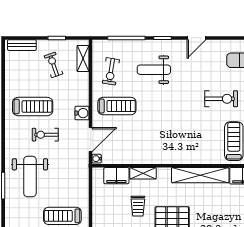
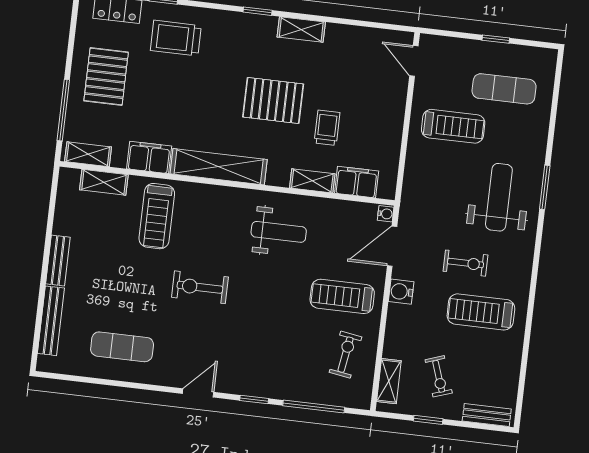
weight bench: (154, 70) -> (279, 232), moved
exercise bike: (221, 99) -> (200, 287), moved

